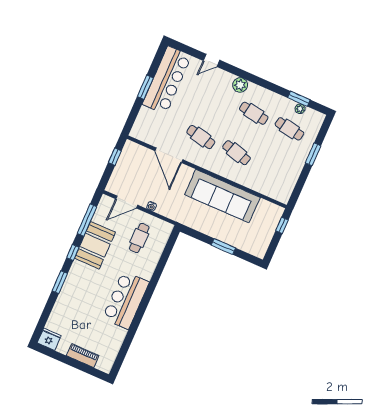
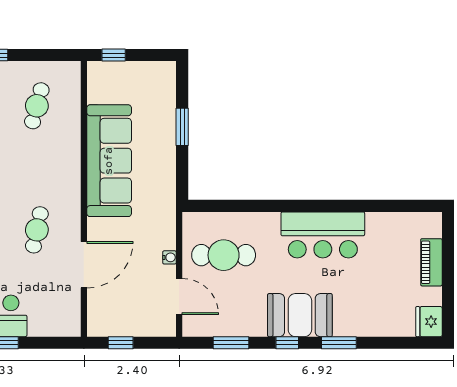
cafe table: (236, 153) -> (37, 106), moved
window: (87, 220) -> (231, 343), width x0.69
cafe table: (139, 238) -> (224, 255), width x1.37, depth x1.35
booth: (95, 245) -> (300, 315), moved

